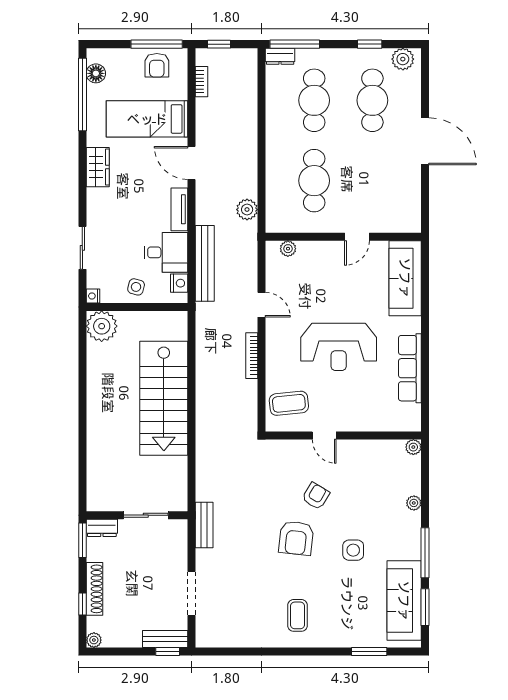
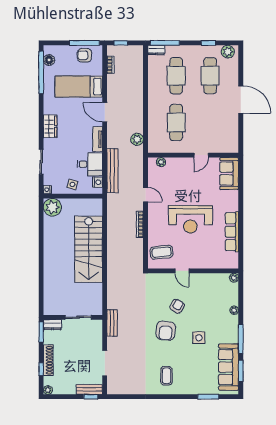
armchair: (157, 65) -> (85, 55), turned 90
wardrobe: (98, 167) -> (50, 126), moved
sofa: (405, 278) -> (229, 174), width x0.73

